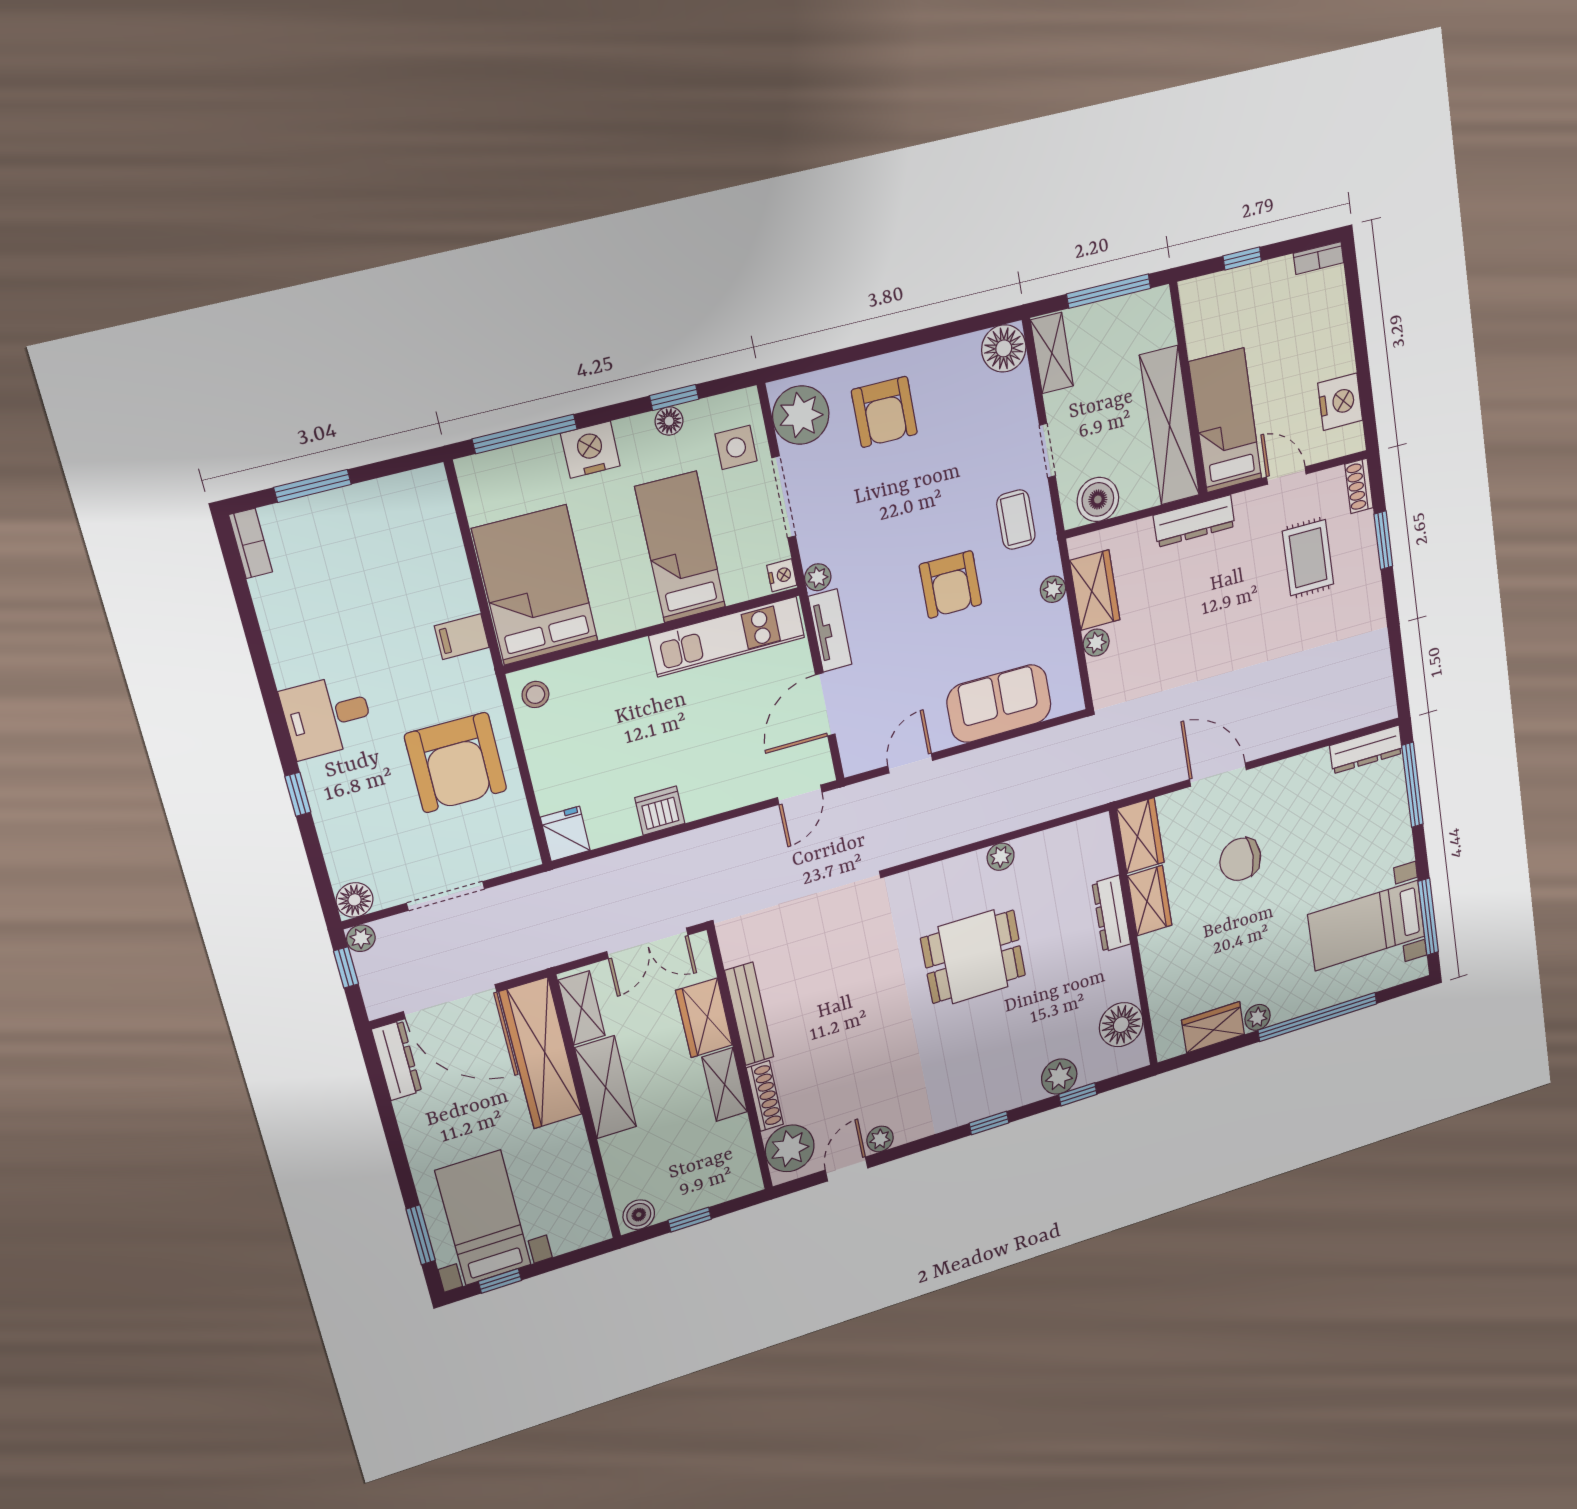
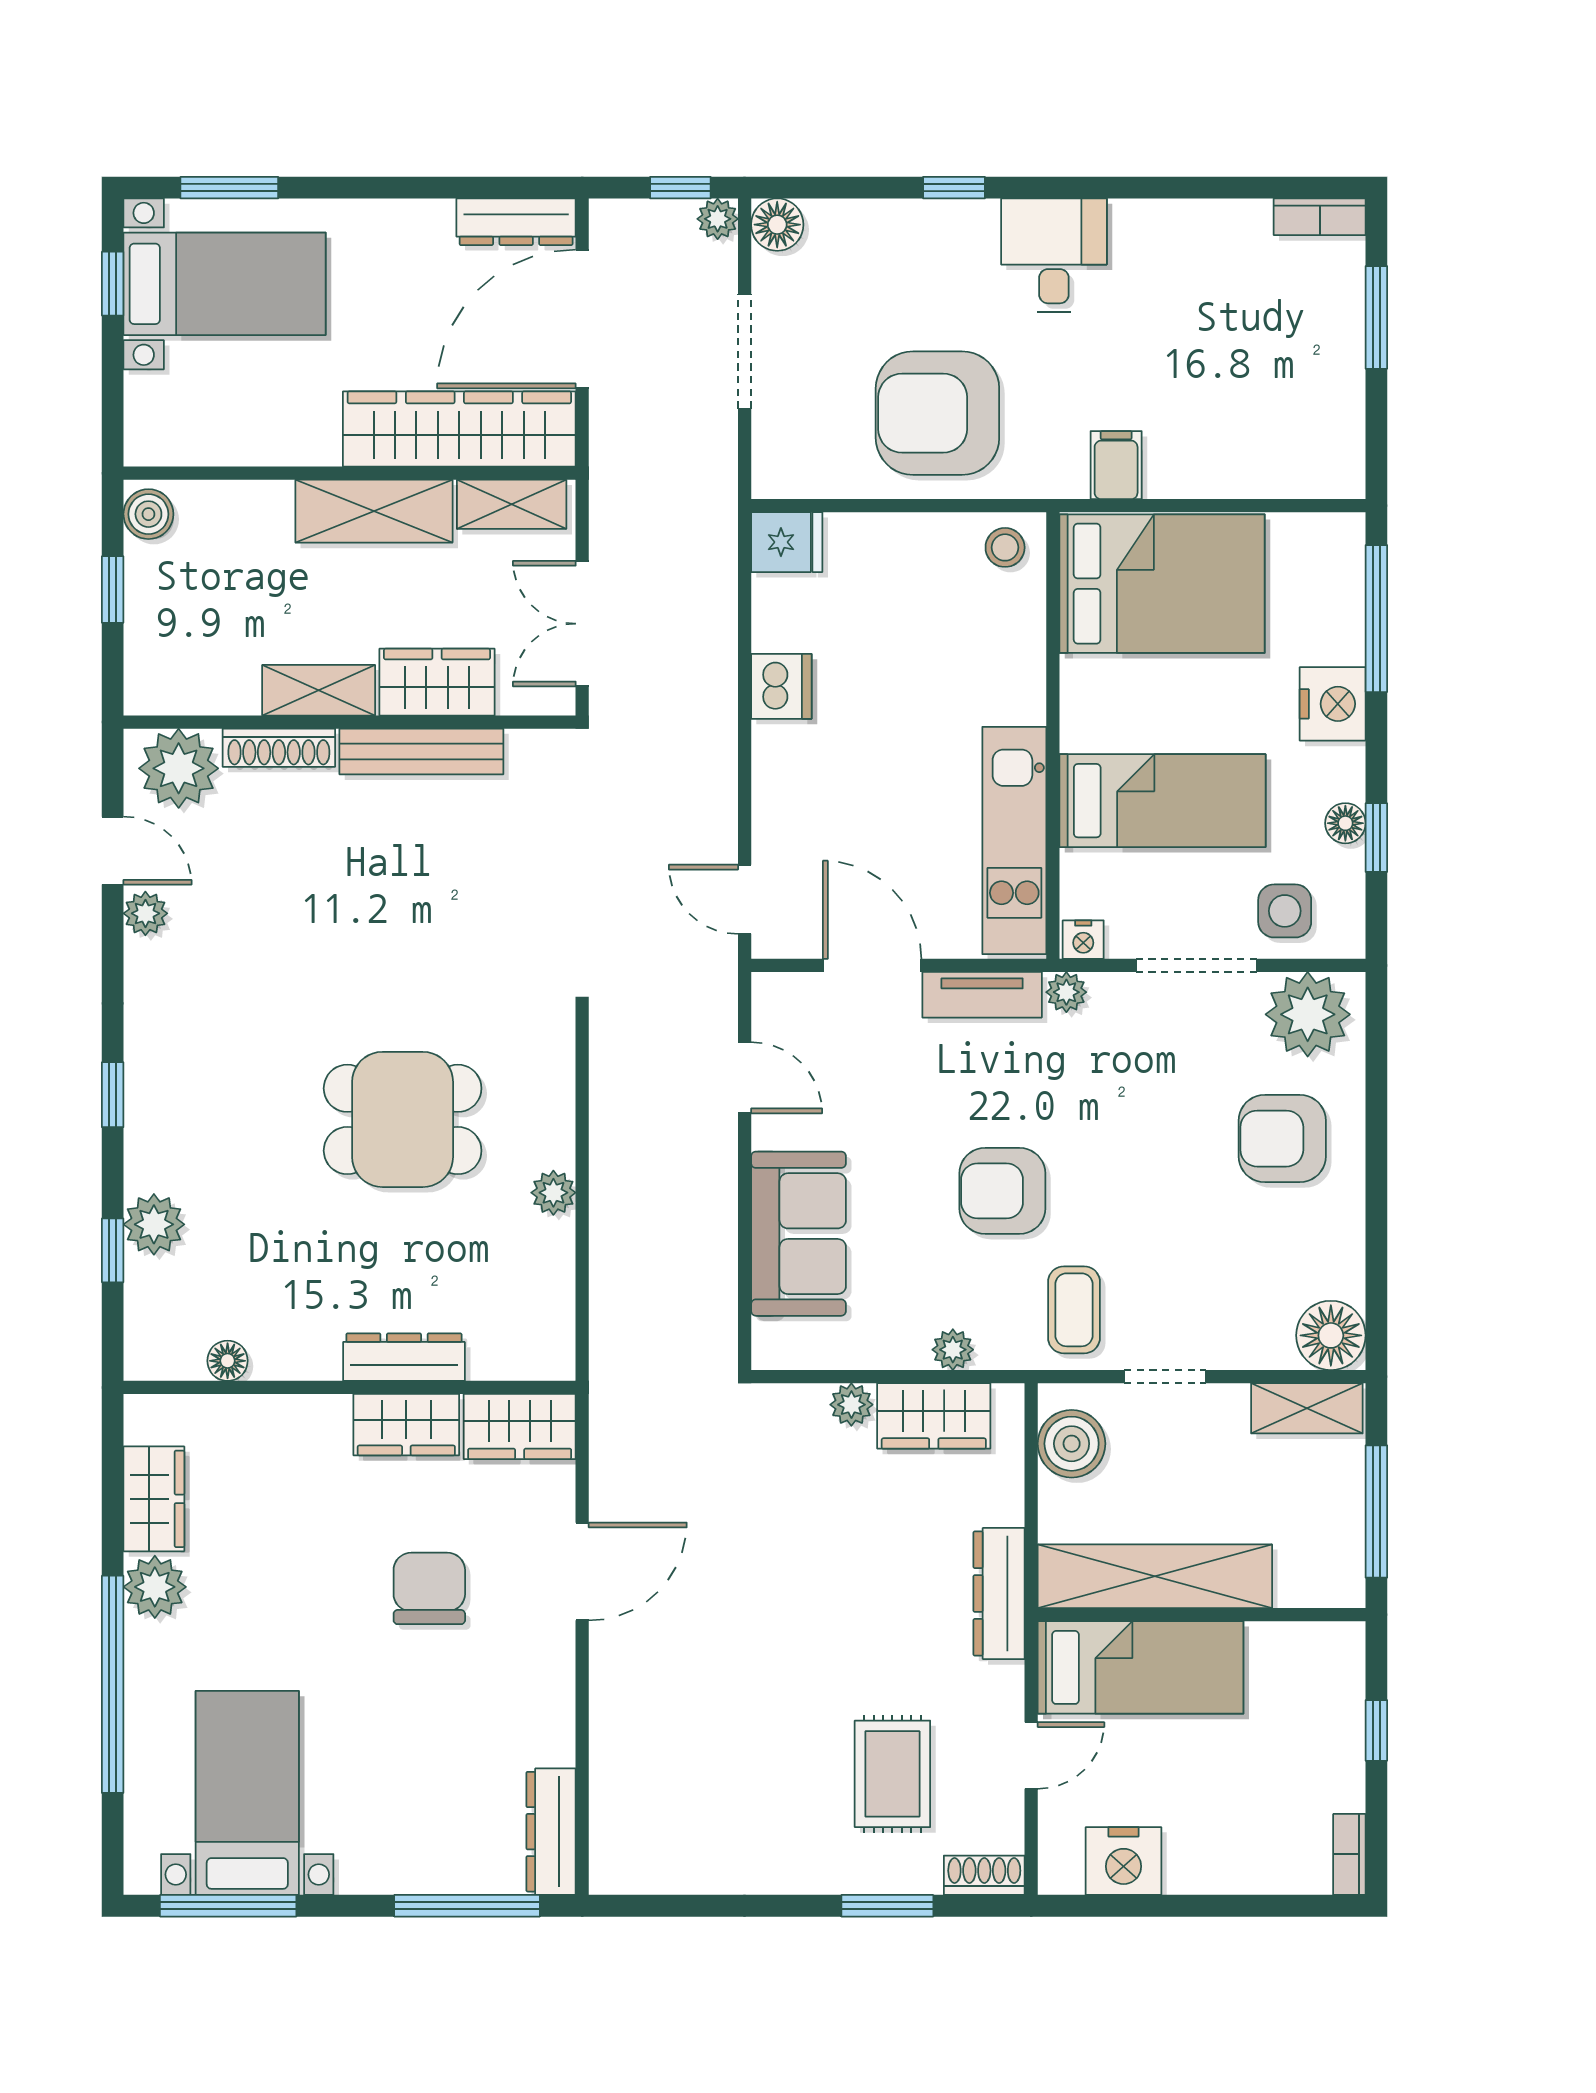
coffee table: (1016, 520) -> (1074, 1310), turned 90
rug: (1308, 558) -> (892, 1774), turned 90
dining table: (973, 957) -> (403, 1119), turned 90
plant: (1258, 1017) -> (155, 1587), width x1.38, depth x1.38
floor lamp: (1121, 1025) -> (228, 1361), width x0.53, depth x0.53

